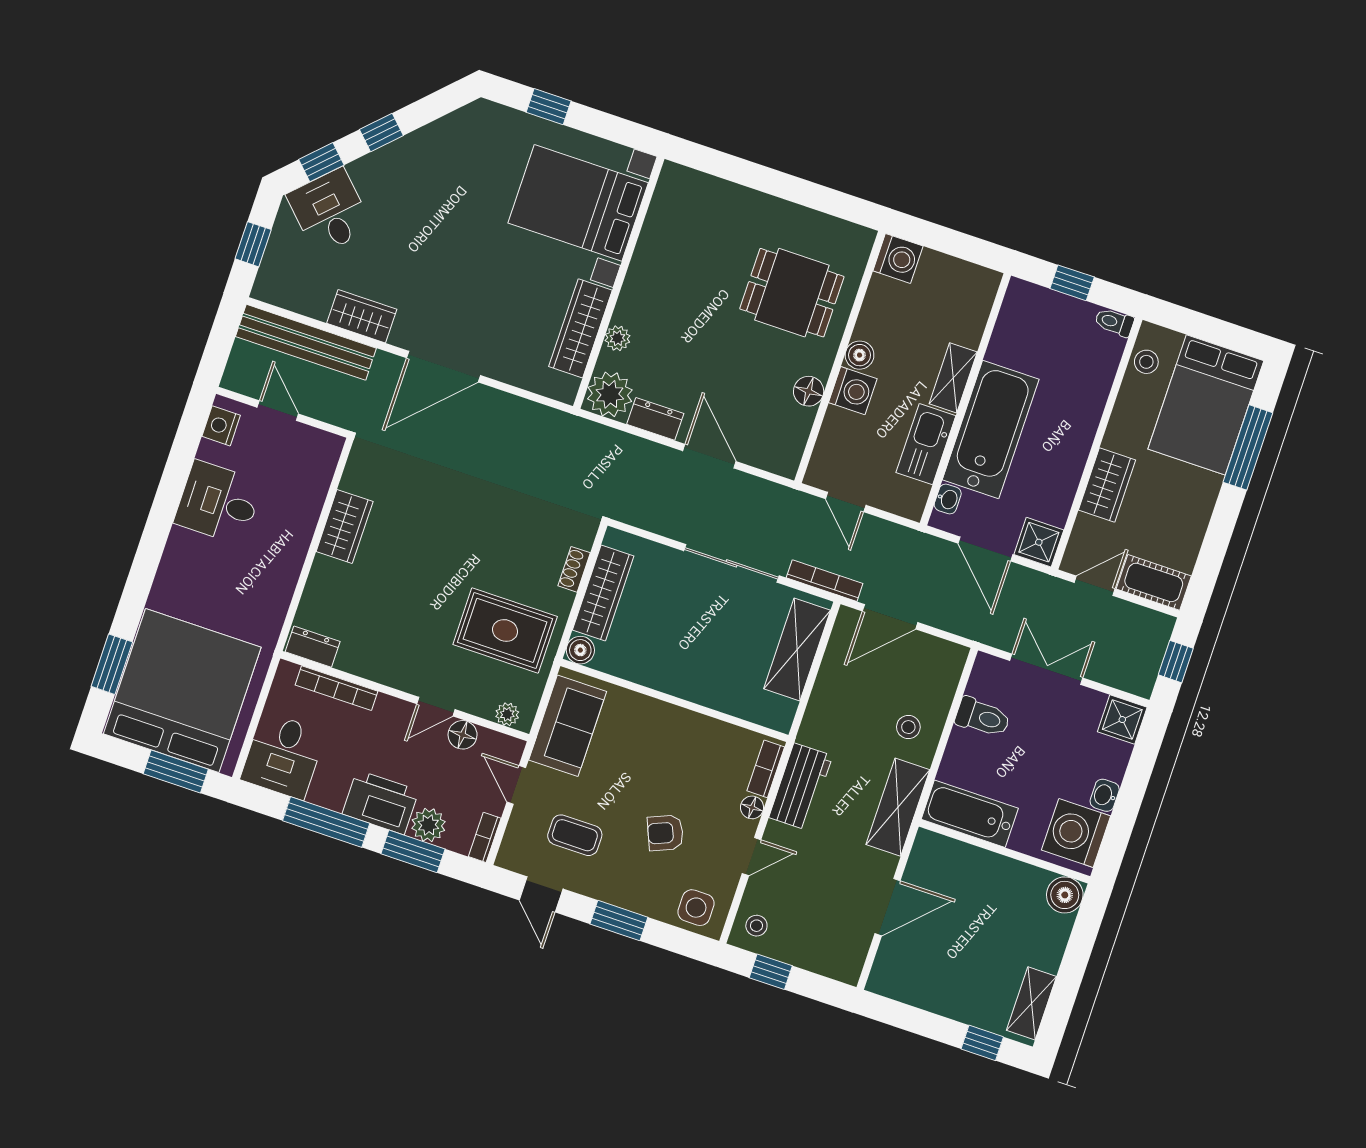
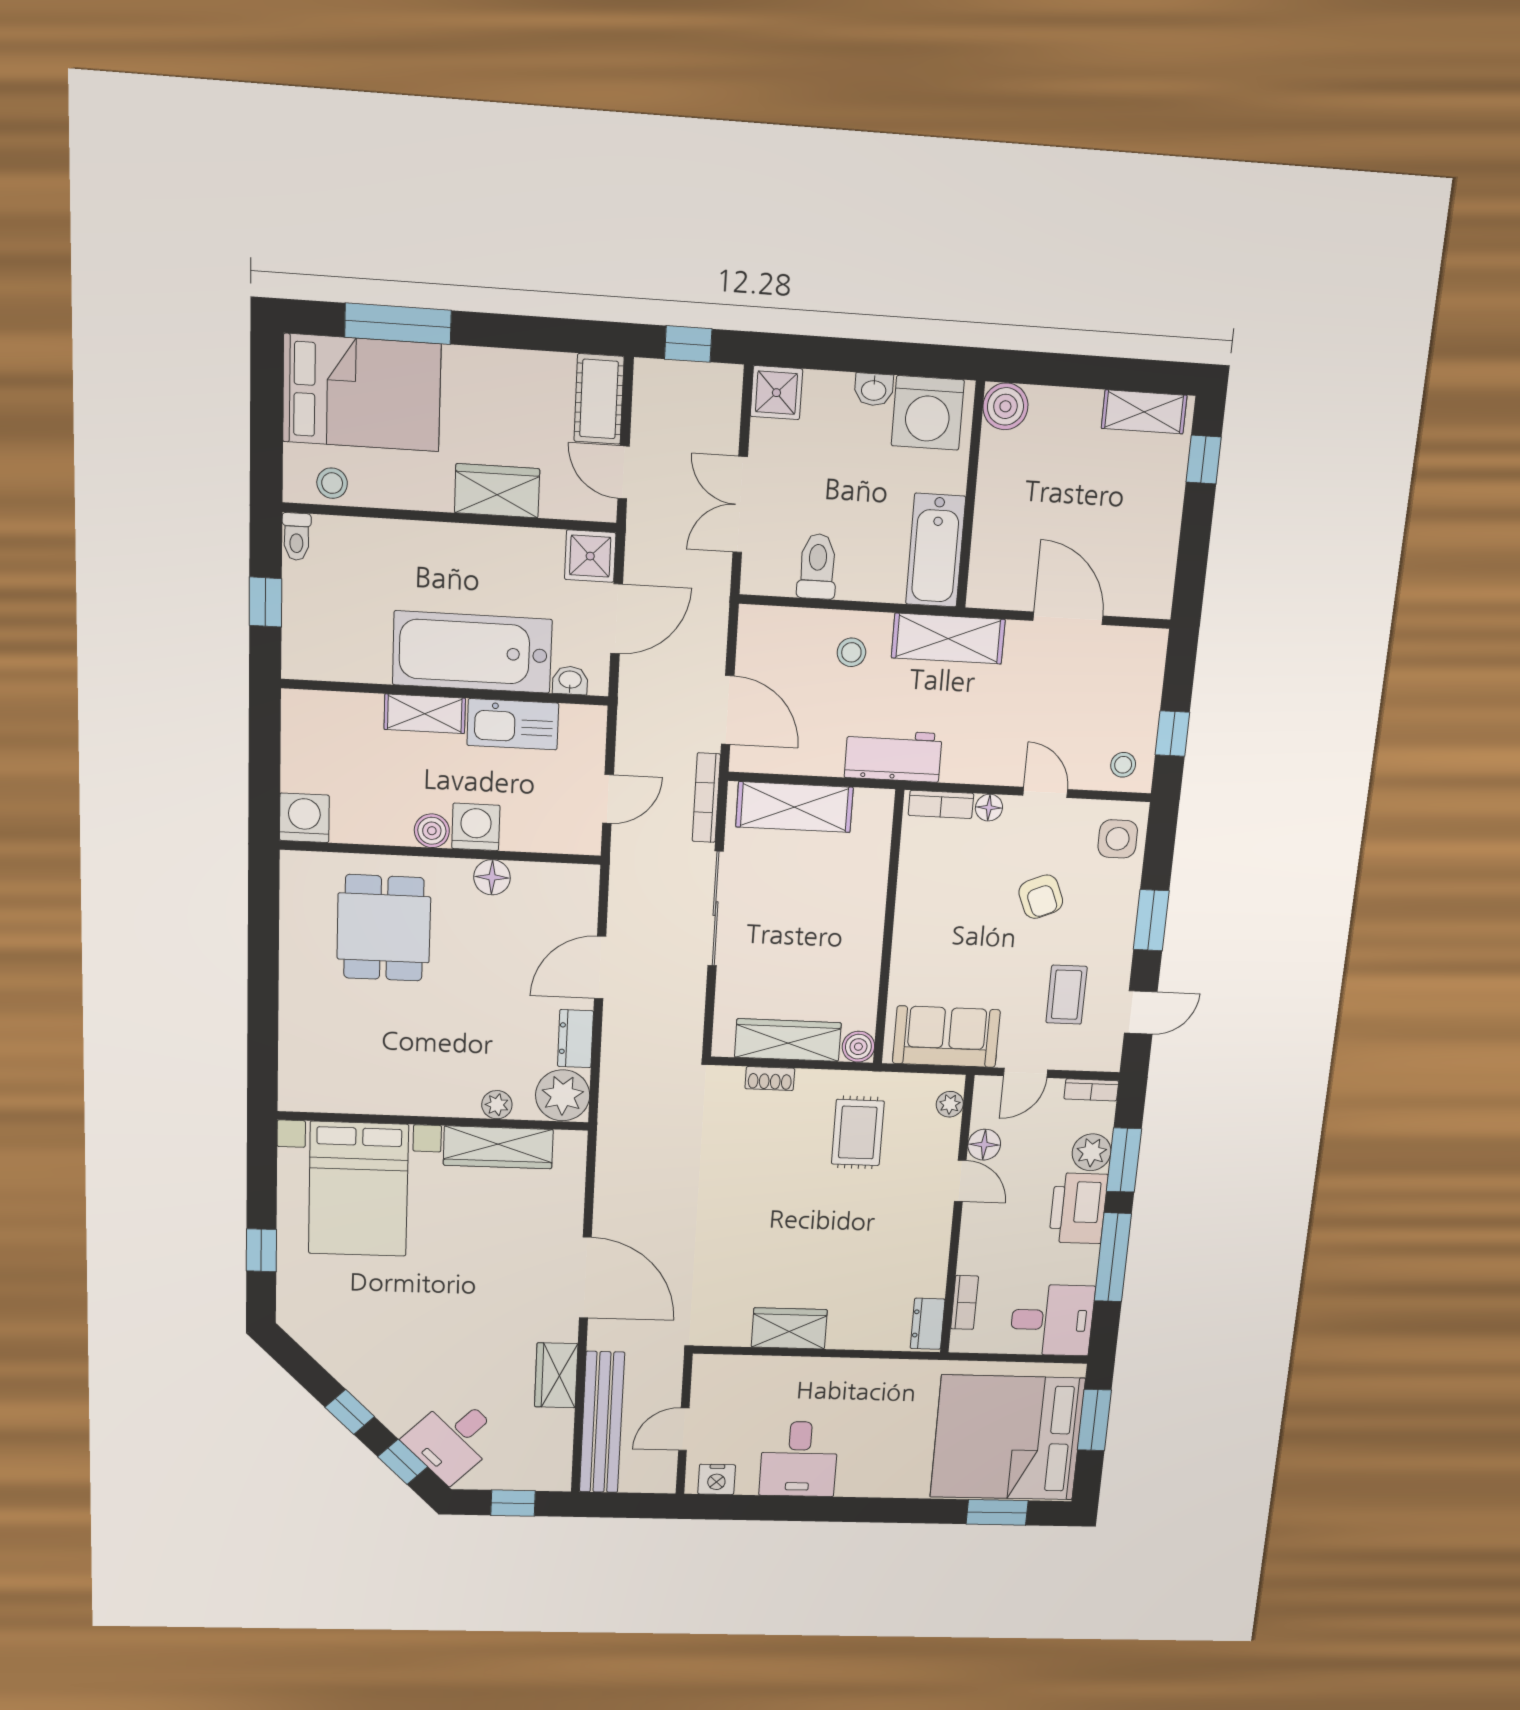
rug: (505, 630) -> (858, 1133), width x0.73, depth x0.70
bookcase: (337, 688) -> (965, 1302), width x0.64
workbench: (801, 787) -> (893, 756), moved

